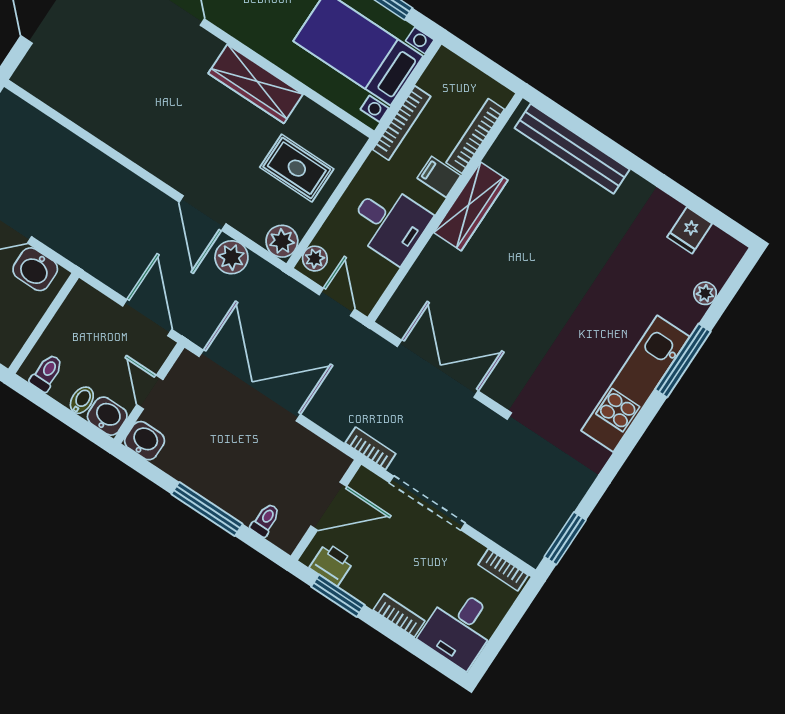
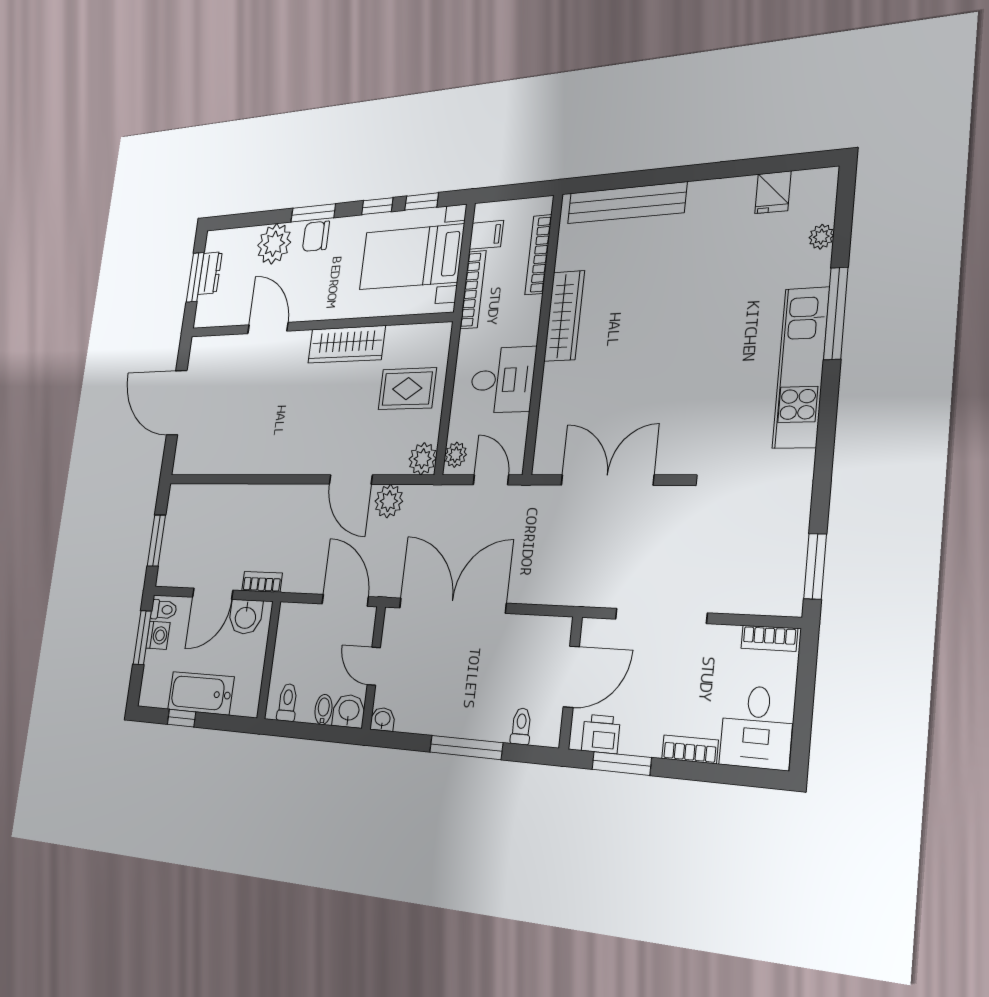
filing cabinet: (439, 177) -> (486, 235), moved, turned 180
washbasin: (145, 441) -> (383, 719), width x0.72, depth x0.69
bookcase: (370, 448) -> (262, 582), moved

